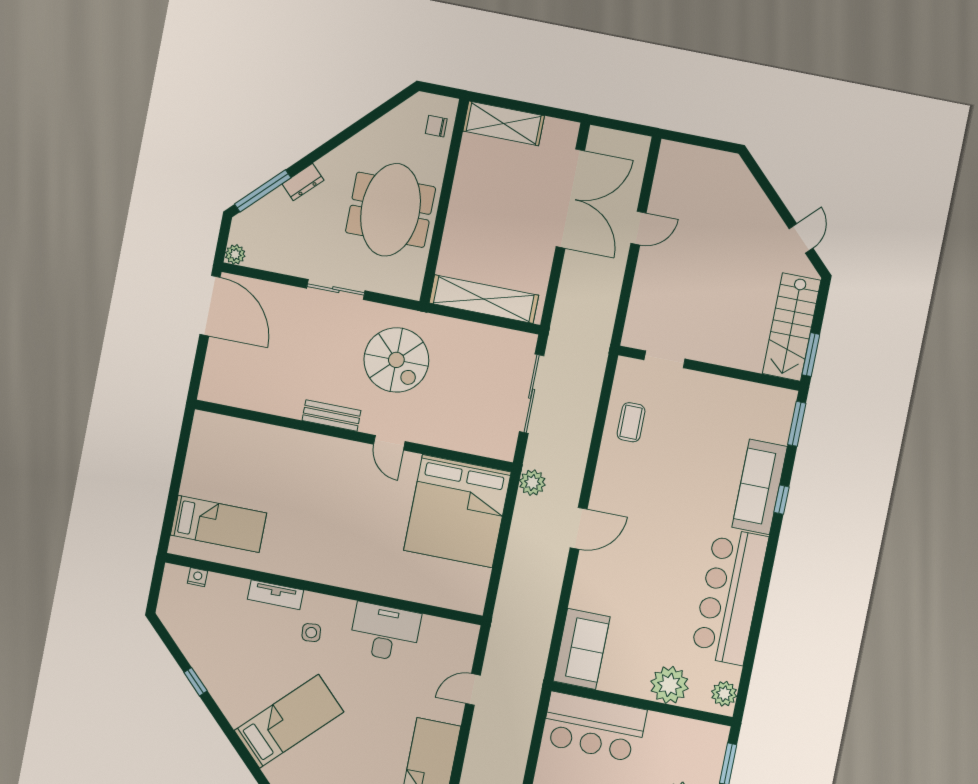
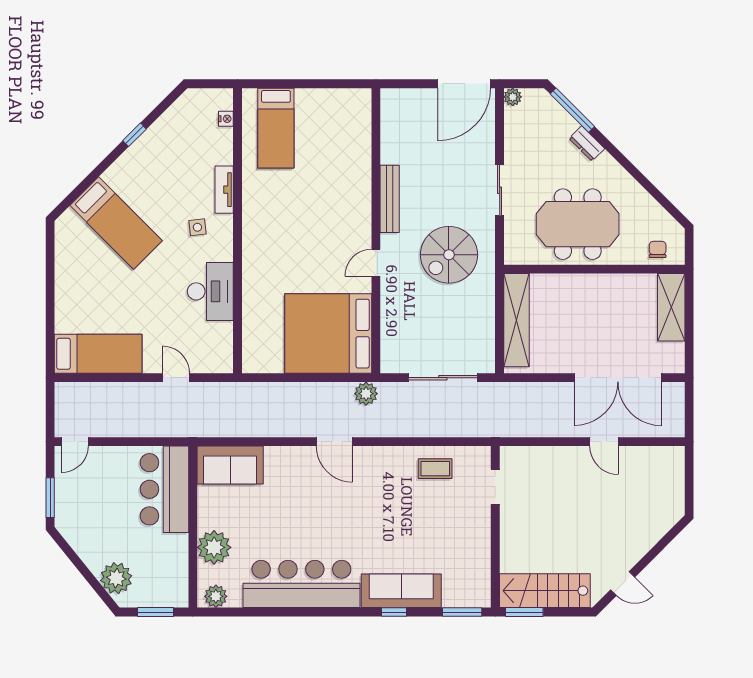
bench: (331, 416) -> (390, 199), width x1.36

